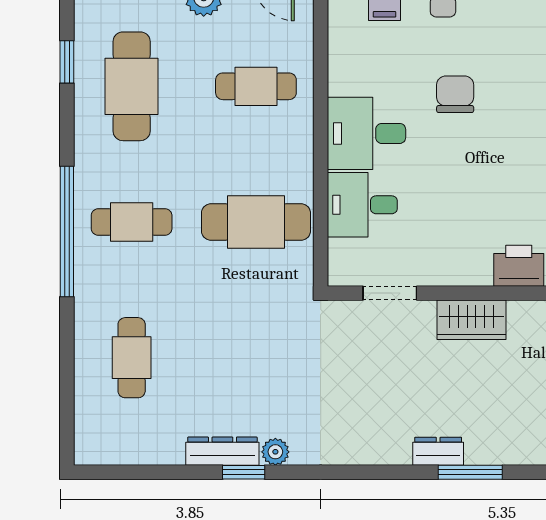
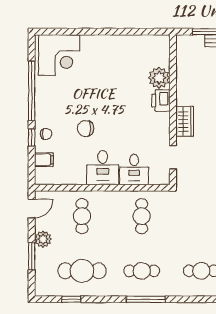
cafe table: (132, 222) -> (142, 271), turned 90
cafe table: (256, 222) -> (142, 216), width x0.73, depth x0.74
window: (67, 232) -> (146, 299), width x0.68

